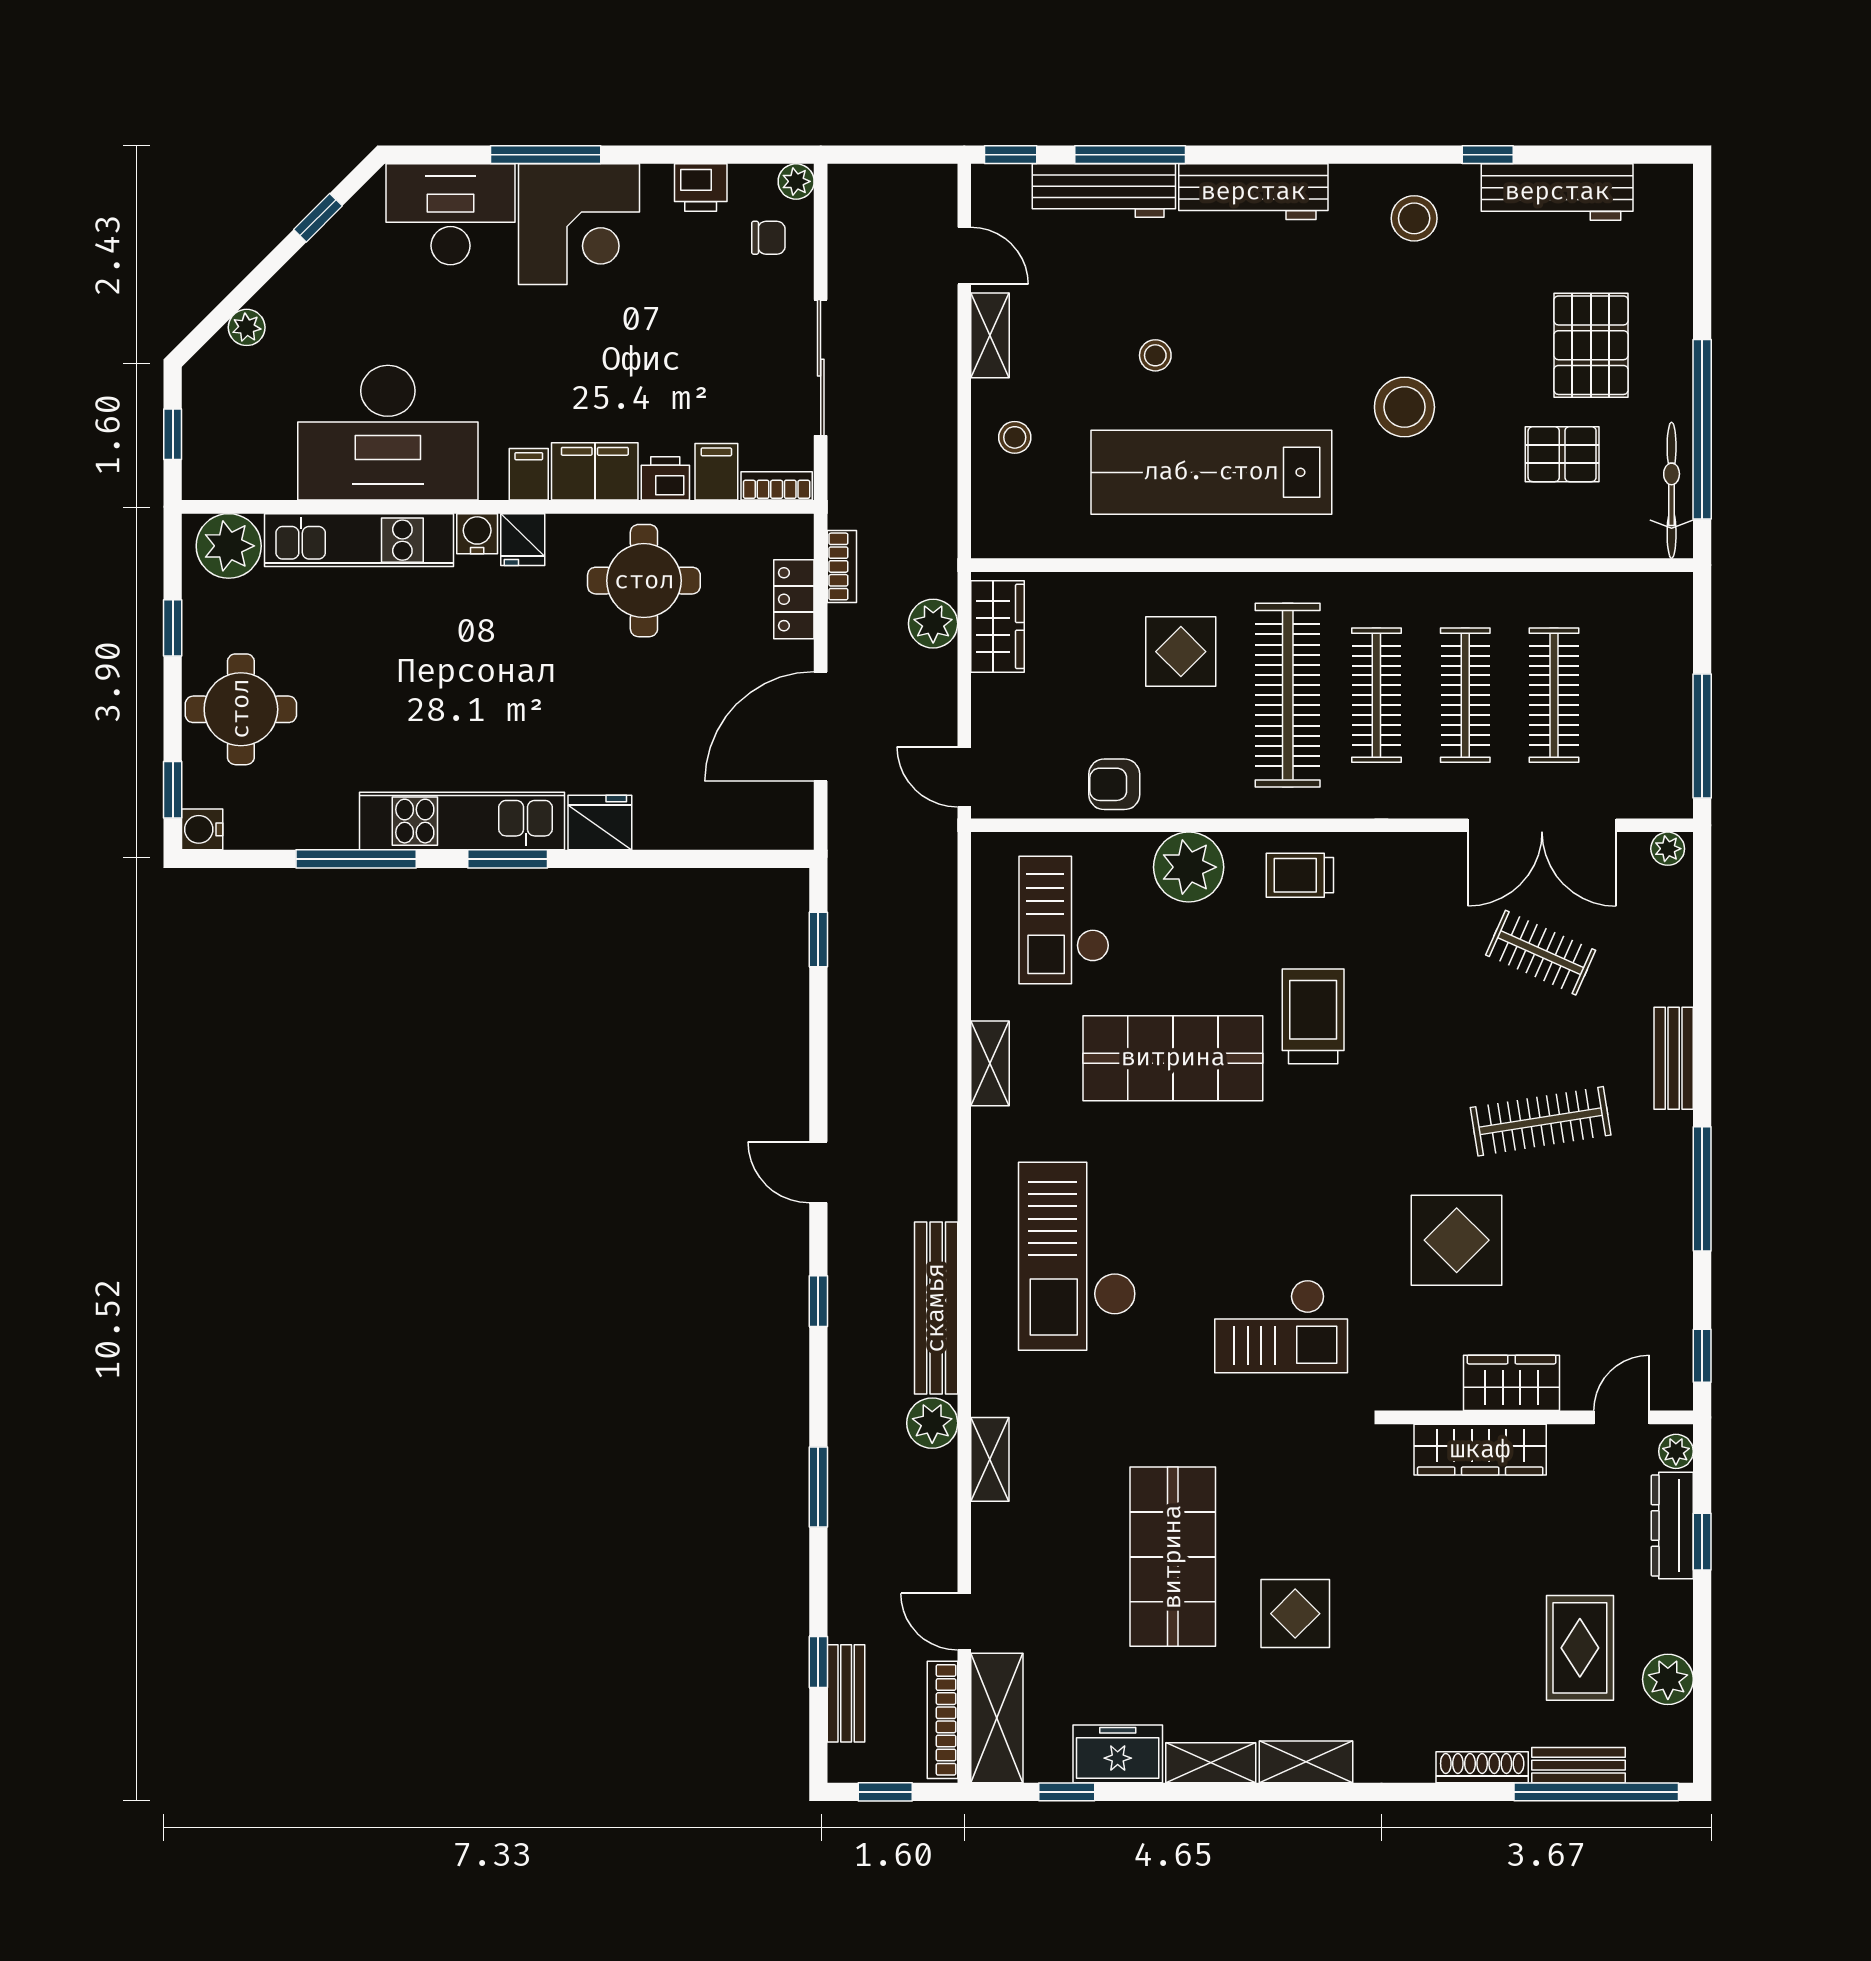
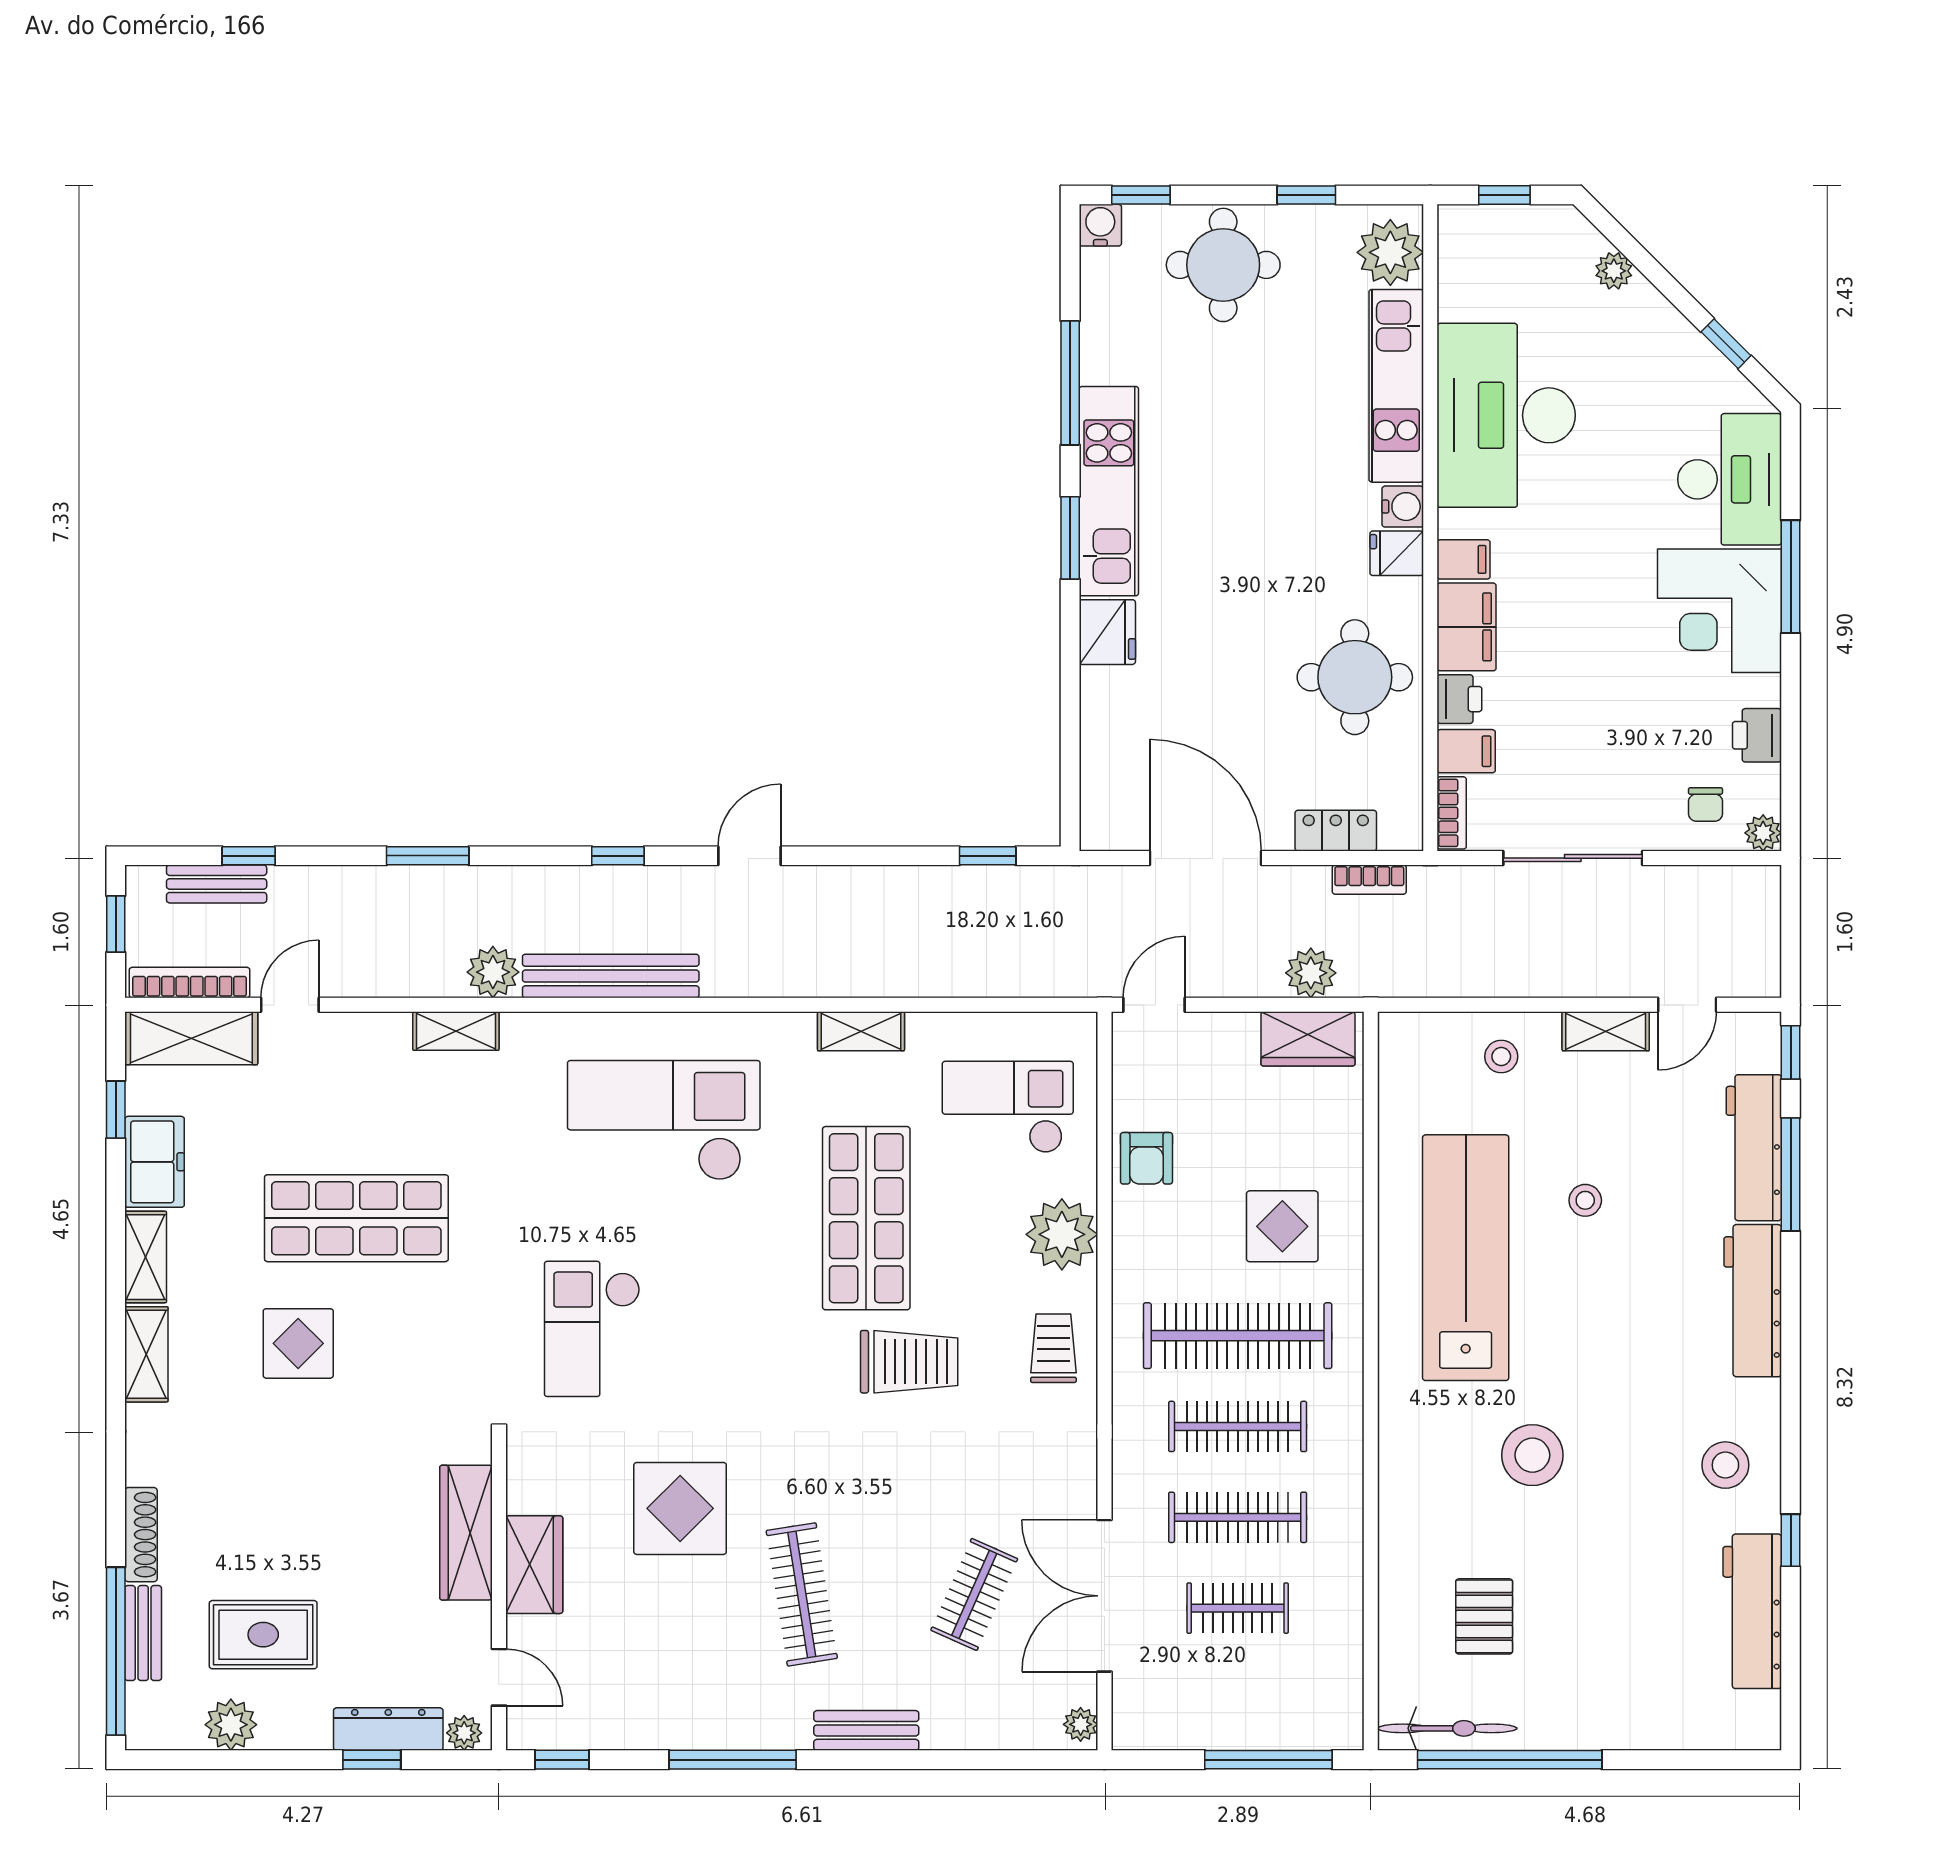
pallet: (1591, 345) -> (1596, 1646), removed
clothes rail: (1554, 695) -> (1238, 1608), width x0.73
window: (1702, 736) -> (1268, 1760), moved
armchair: (1114, 784) -> (1146, 1158), turned 180

